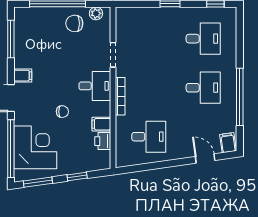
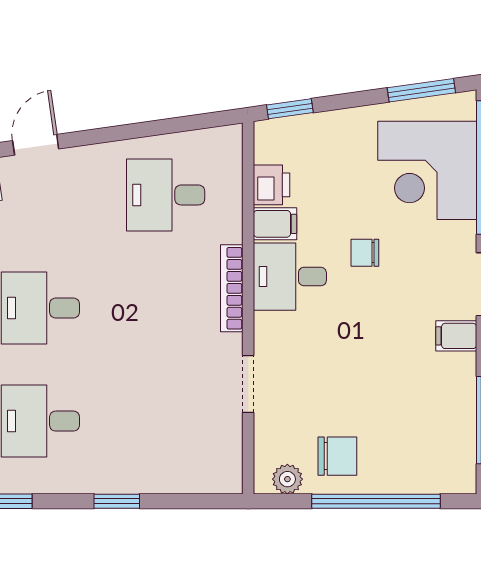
desk: (95, 86) -> (290, 277), moved
door: (205, 158) -> (36, 145), swing flipped
window: (77, 177) -> (290, 109), moved

